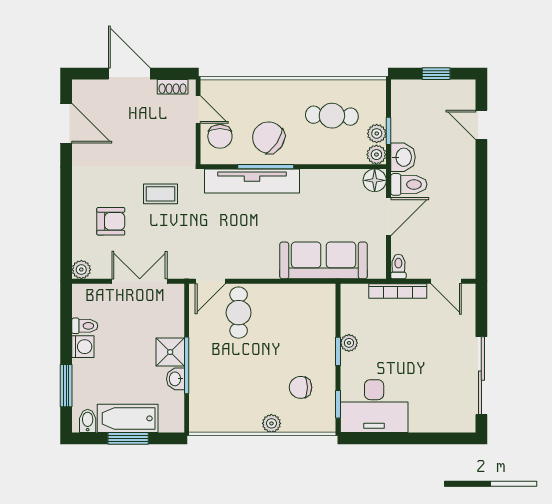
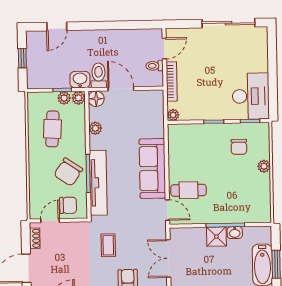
plant: (332, 178) -> (95, 128), added
sofa: (324, 260) -> (152, 168), moved
toilet: (398, 267) -> (155, 66), moved
plant: (349, 343) -> (173, 115), moved

